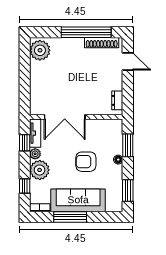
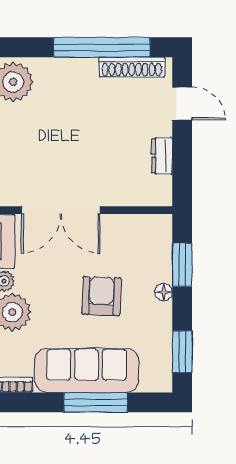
dresser: (117, 100) -> (162, 156), moved
armchair: (86, 162) -> (101, 296), turned 92
window: (70, 217) -> (96, 402), moved

